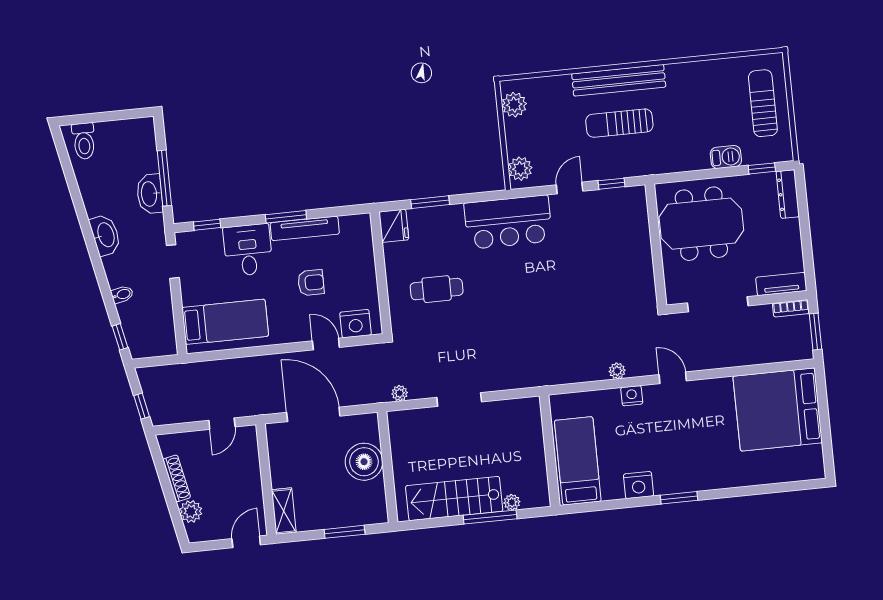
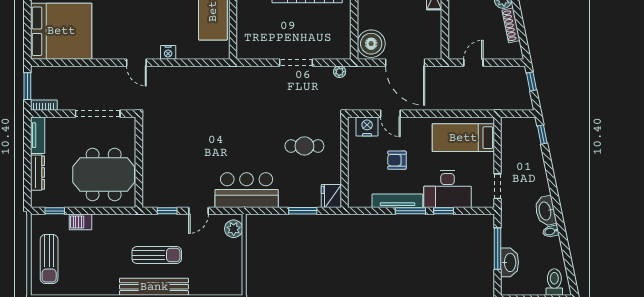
plant: (514, 105) -> (233, 277), removed
washbasin: (150, 194) -> (510, 262), moved
dresser: (788, 194) -> (37, 173), moved
window: (207, 225) -> (444, 211), moved
desk: (248, 250) -> (448, 189), width x1.37
tv unit: (781, 284) -> (38, 135), moved, turned -90
bidet: (122, 294) -> (551, 231), moved
plant: (617, 371) -> (177, 72), removed
boiler: (364, 462) -> (371, 44), moved

